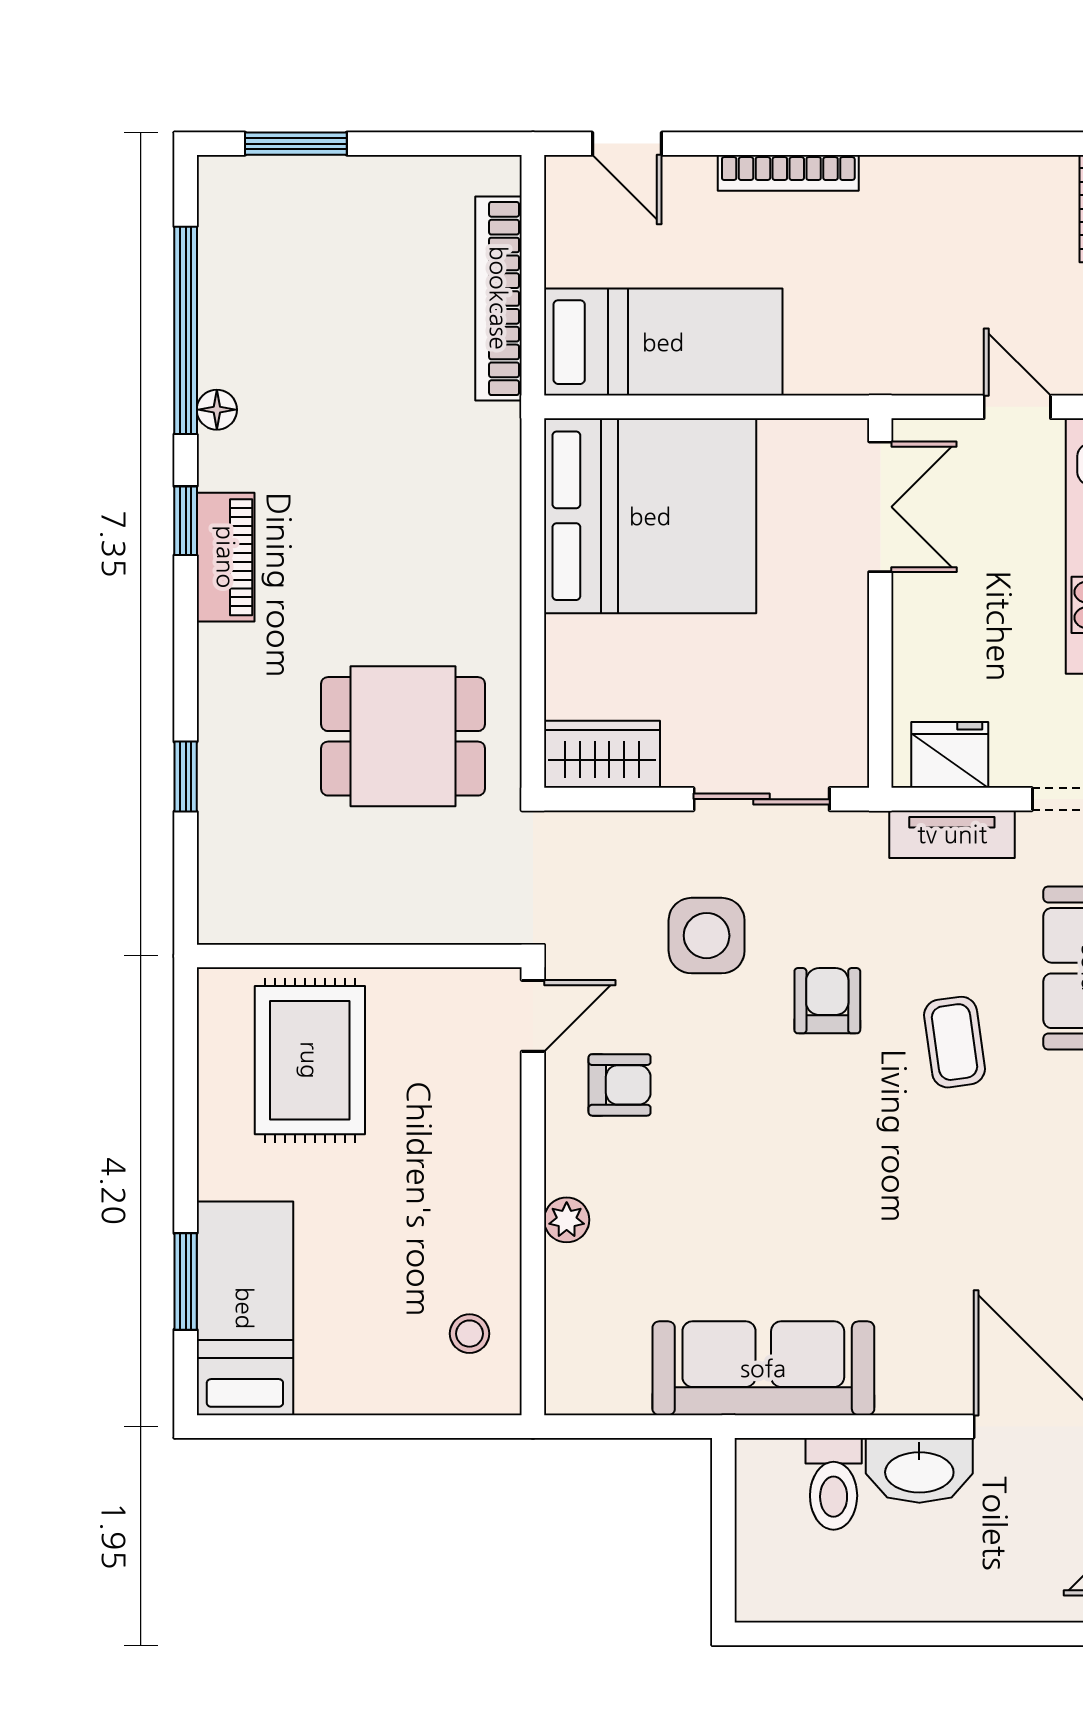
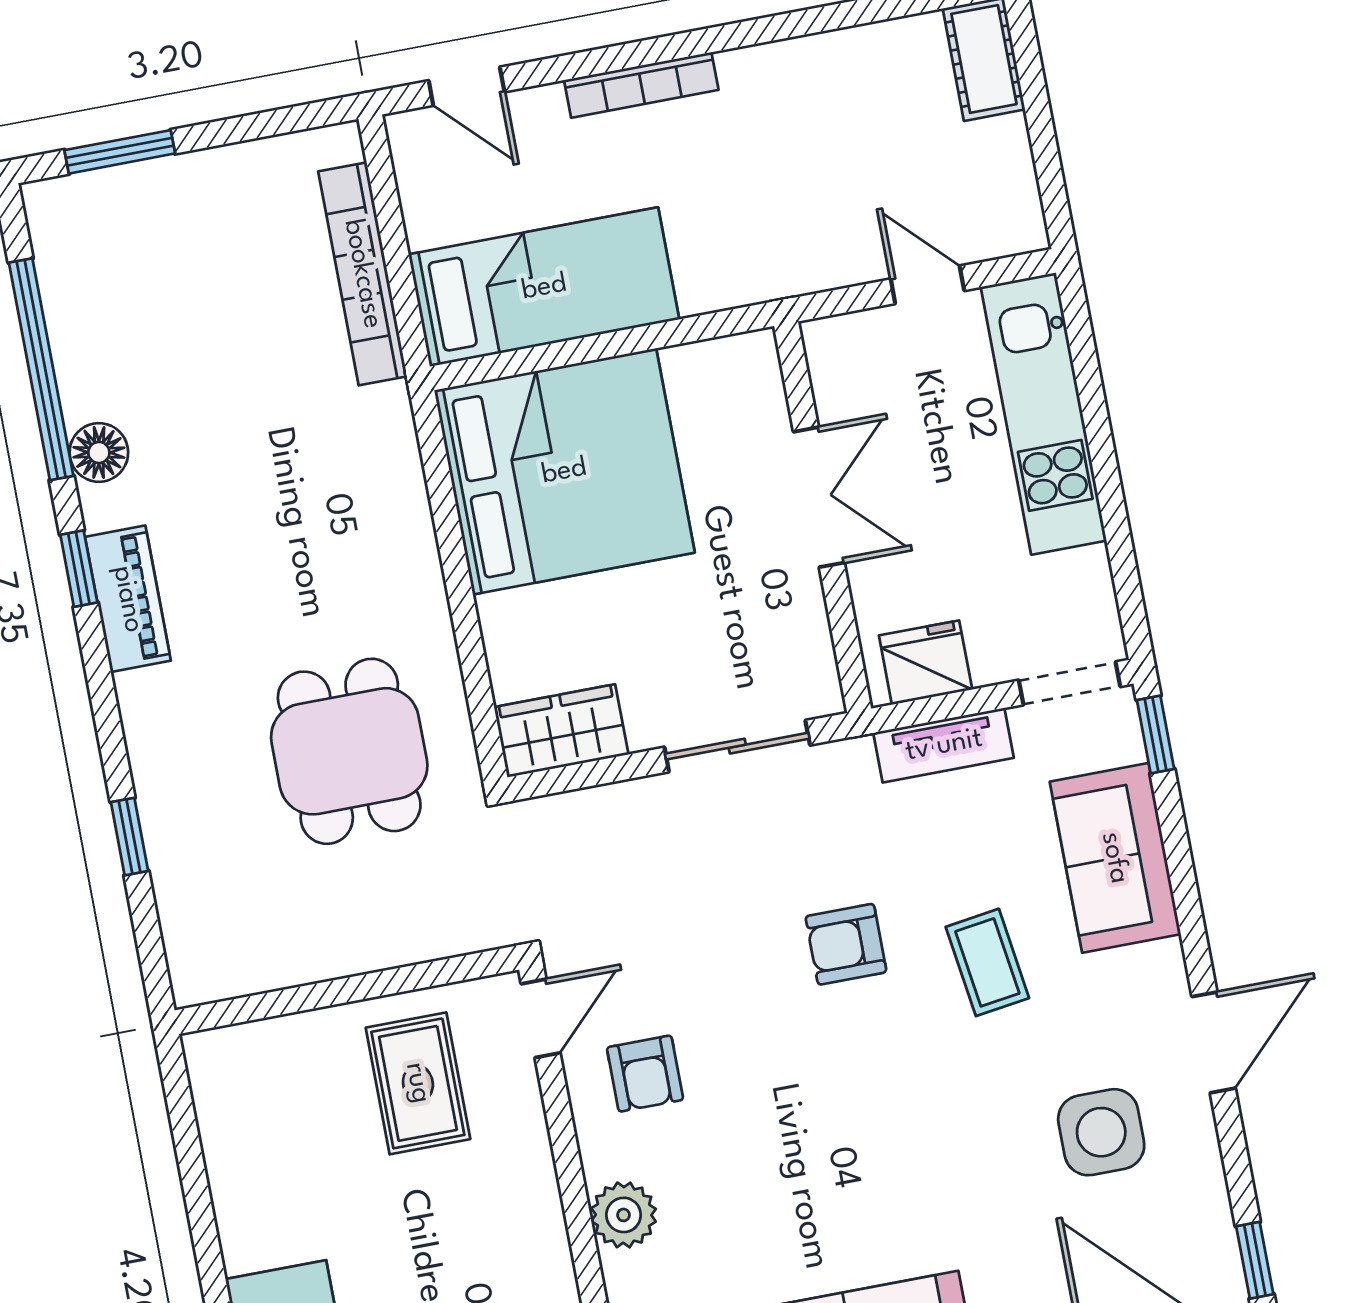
floor lamp: (217, 410) -> (99, 452), width x1.37, depth x1.37
double door: (880, 507) -> (819, 497), moved
dining table: (403, 736) -> (349, 751), turned 90
side table: (707, 936) -> (1101, 1132), moved
armchair: (827, 1001) -> (846, 944), turned -90
rug: (310, 1060) -> (418, 1083), moved, width x0.73, depth x0.70
armchair: (620, 1085) -> (645, 1074), turned 90
plant: (567, 1220) -> (624, 1215), width x1.38, depth x1.38

